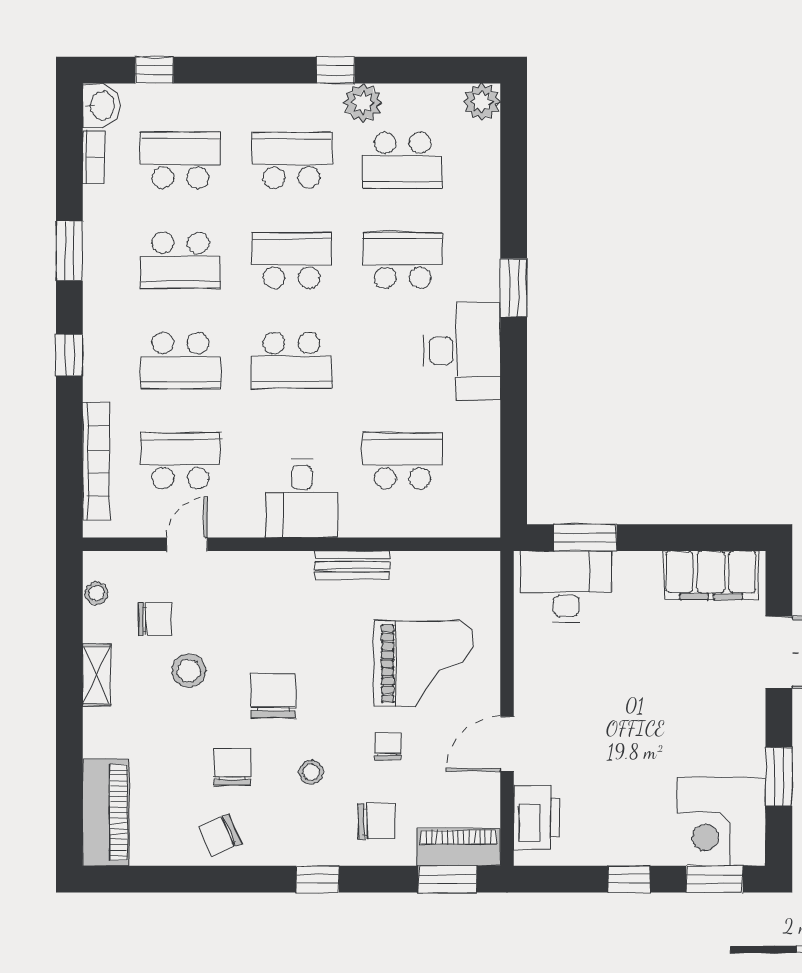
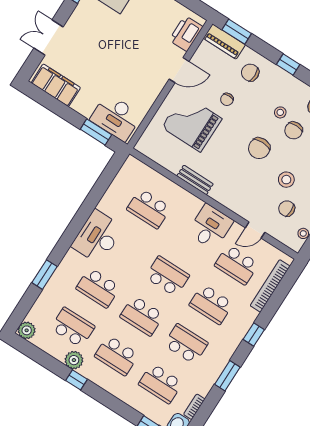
window: (514, 288) -> (45, 275), moved
school desk: (180, 361) -> (211, 304), turned 180
desk: (302, 499) -> (210, 227), moved
stool: (311, 772) -> (280, 112), moved

